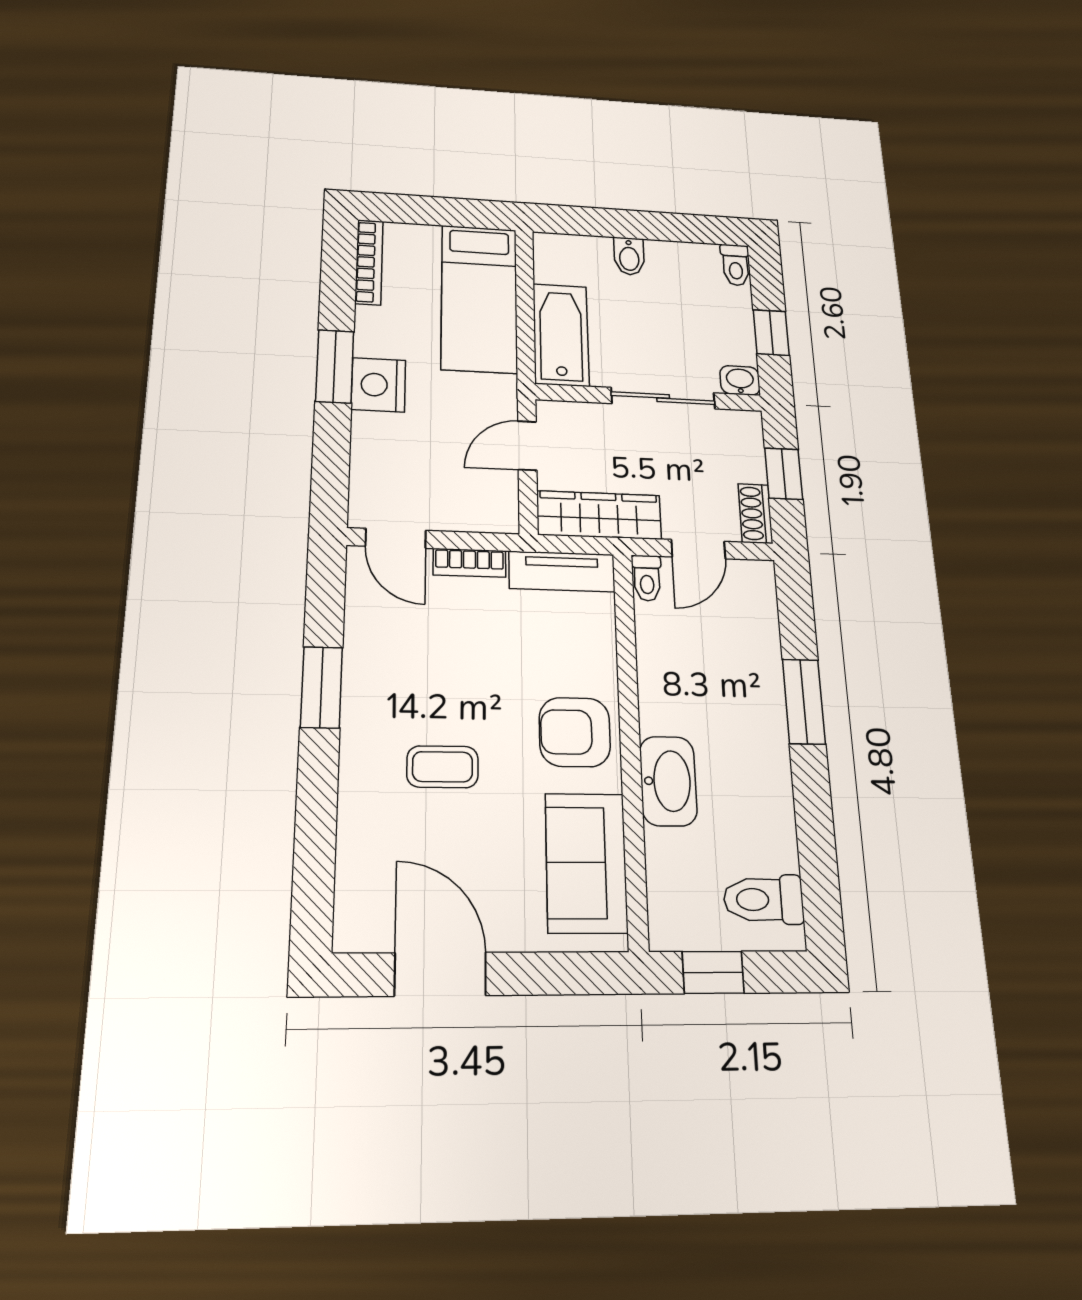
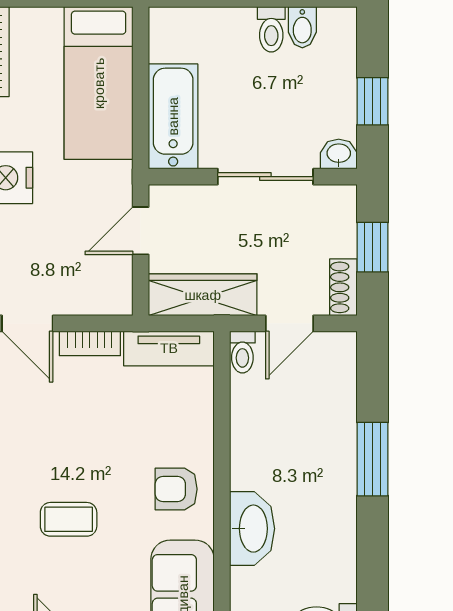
bidet: (629, 256) -> (302, 27), moved
toilet: (735, 265) -> (271, 29), moved
armchair: (575, 732) -> (176, 489), width x0.72, depth x0.72

